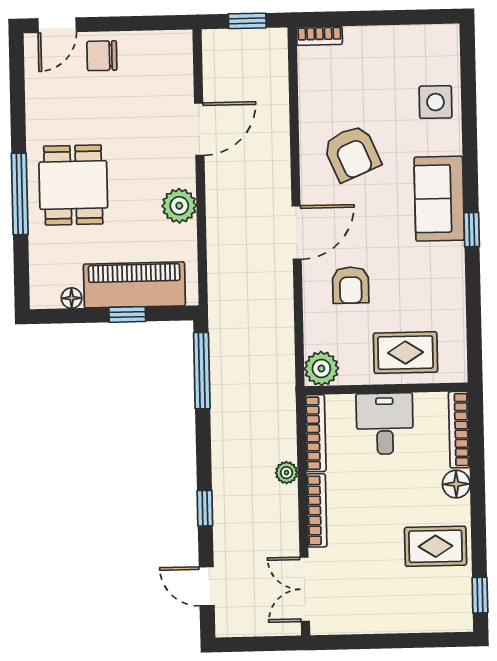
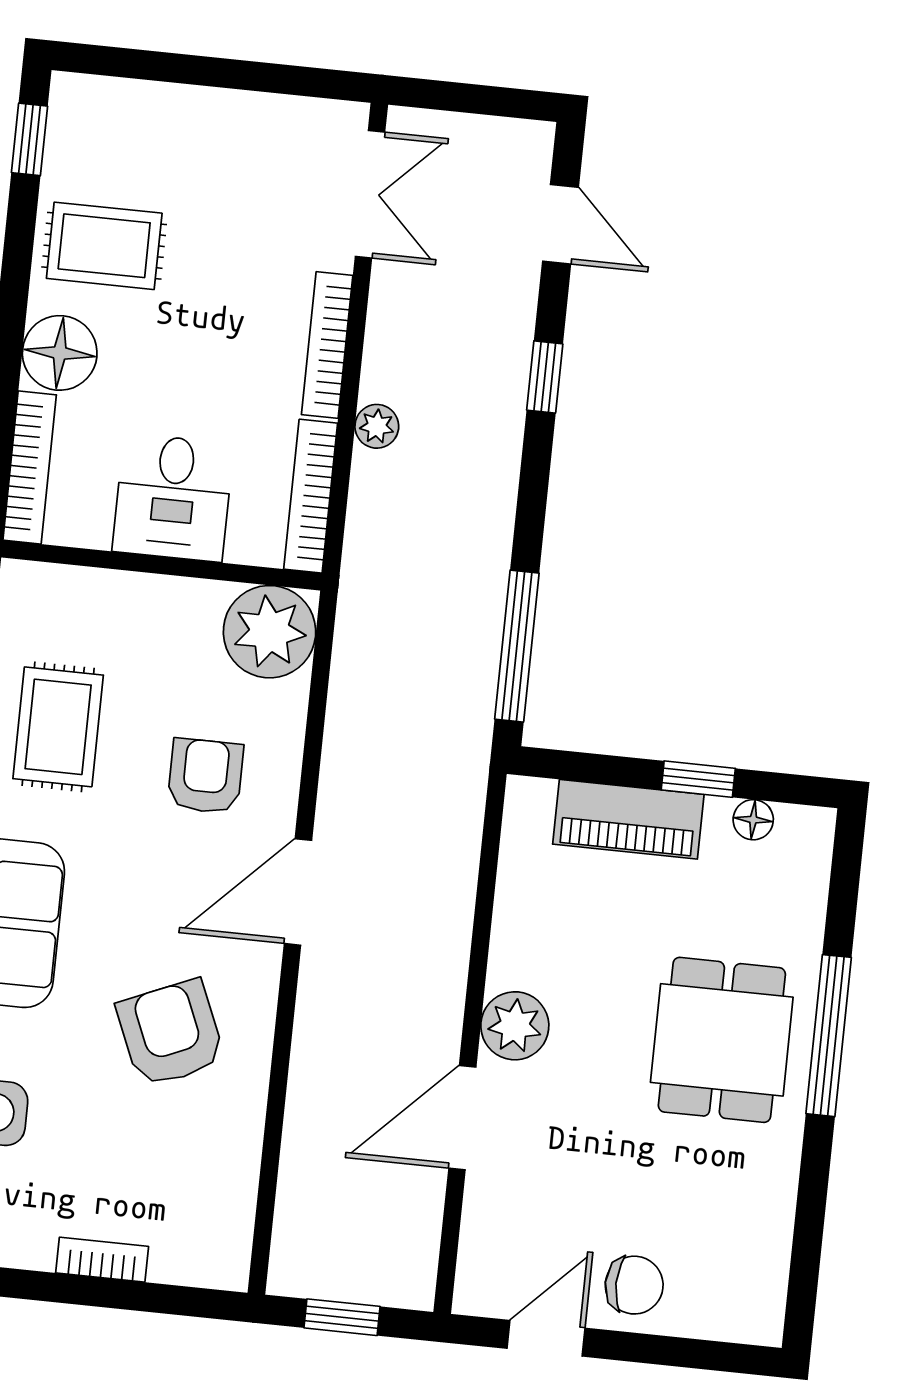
door: (57, 25) -> (546, 1338), moved
bookcase: (319, 36) -> (102, 1260), moved
plant: (179, 206) -> (515, 1026), moved
piano: (134, 285) -> (628, 819), width x0.73, depth x0.75
window: (127, 314) -> (698, 779), moved
rug: (405, 353) -> (58, 727), moved, turned 90
plant: (321, 368) -> (270, 632), width x1.36, depth x1.36
floor lamp: (456, 484) -> (60, 353), width x1.38, depth x1.38

